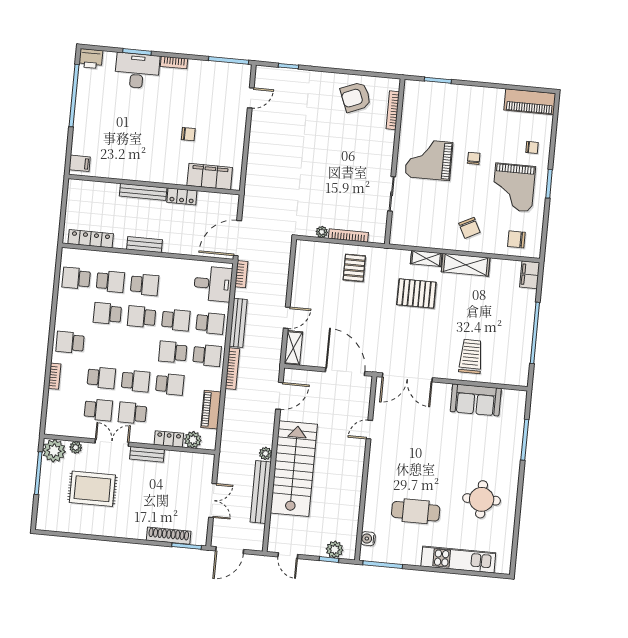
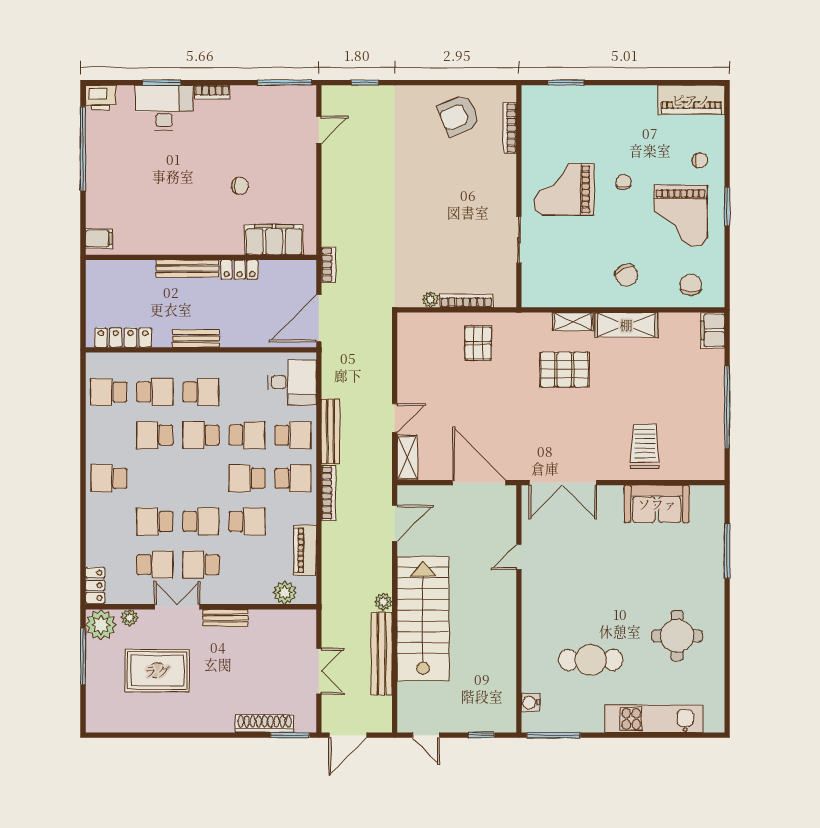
chair: (516, 239) -> (691, 285), turned 90
bookcase: (241, 274) -> (328, 265), moved
bookcase: (55, 376) -> (92, 525), removed
school desk: (101, 378) -> (155, 521), turned 180
locker: (169, 439) -> (95, 585), moved, turned 90
plant: (335, 549) -> (488, 721), removed

